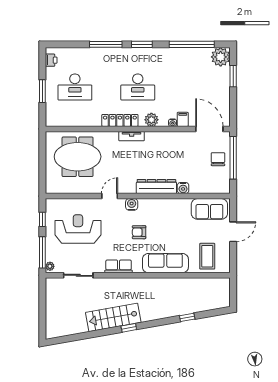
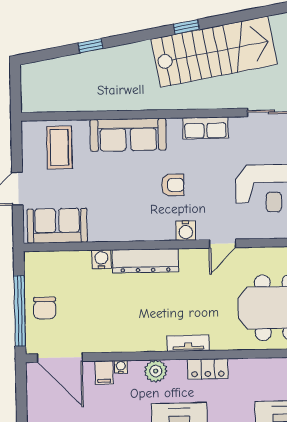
locker: (120, 120) -> (208, 369), width x0.66
stairs: (113, 317) -> (214, 52), width x1.36, depth x1.51

